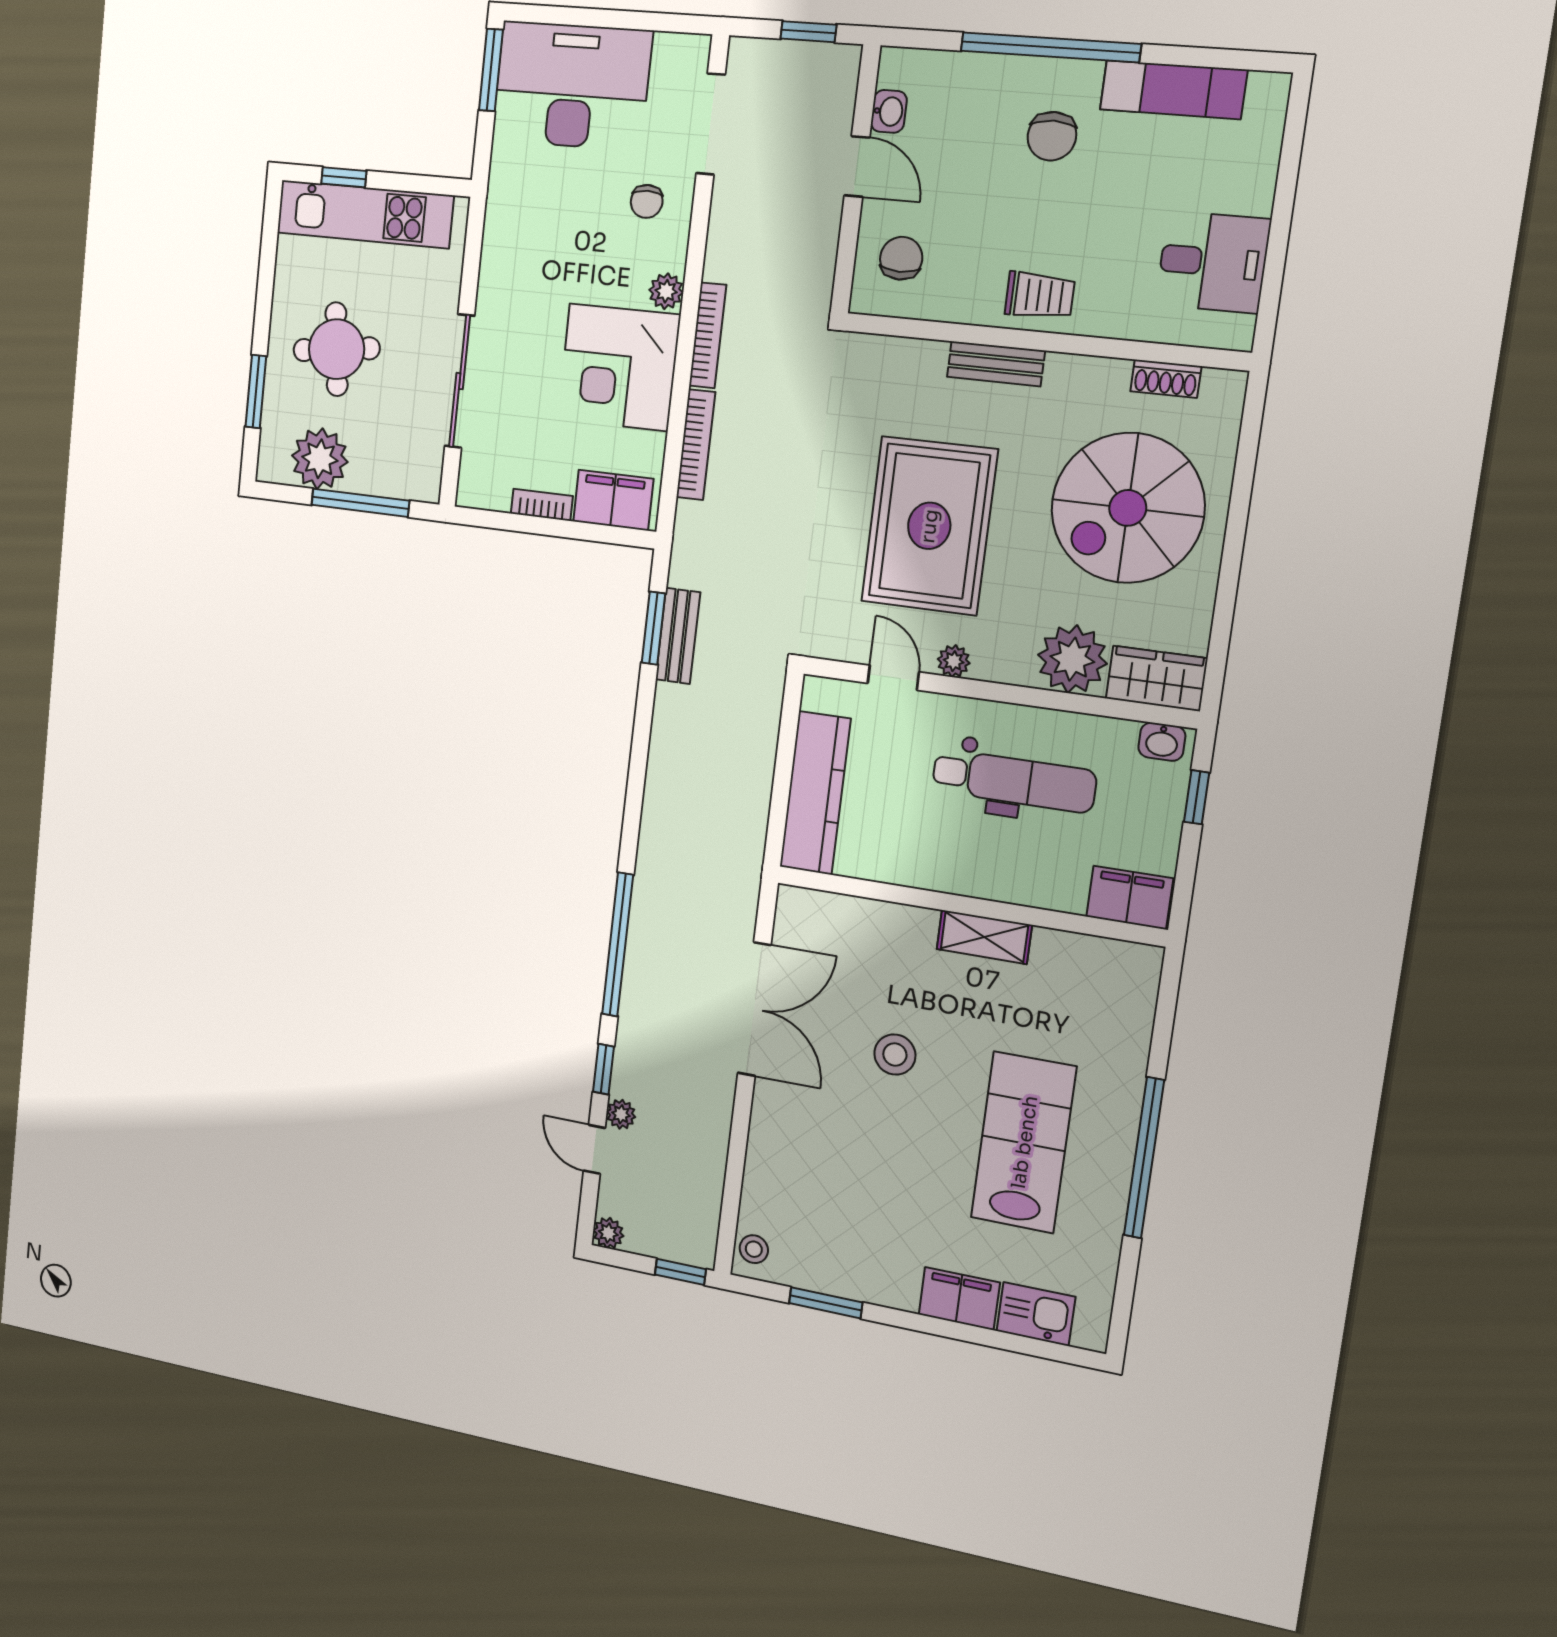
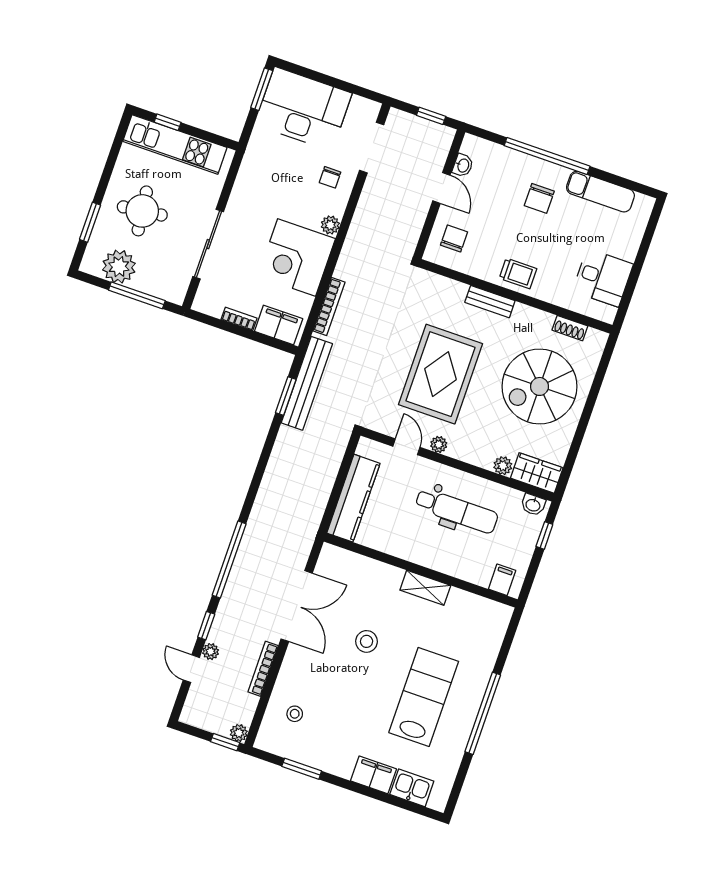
bookcase: (708, 335) -> (263, 669), moved, turned 180
bench: (678, 636) -> (307, 383), width x1.86, depth x1.21
plant: (1072, 659) -> (503, 466), width x0.53, depth x0.53
filing cabinet: (1130, 897) -> (502, 580), width x0.50
plant: (608, 1233) -> (239, 733), moved
stool: (754, 1249) -> (295, 714), moved

